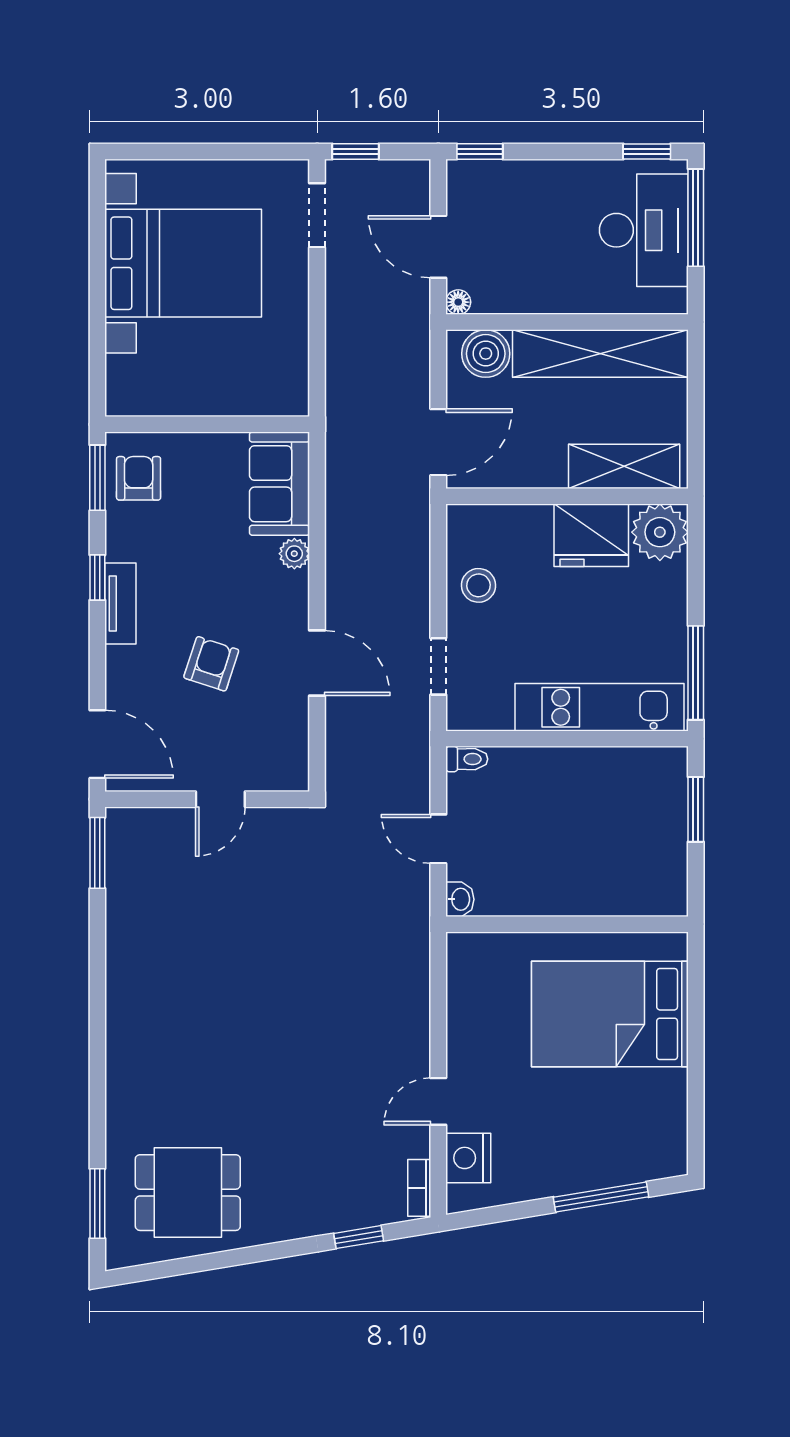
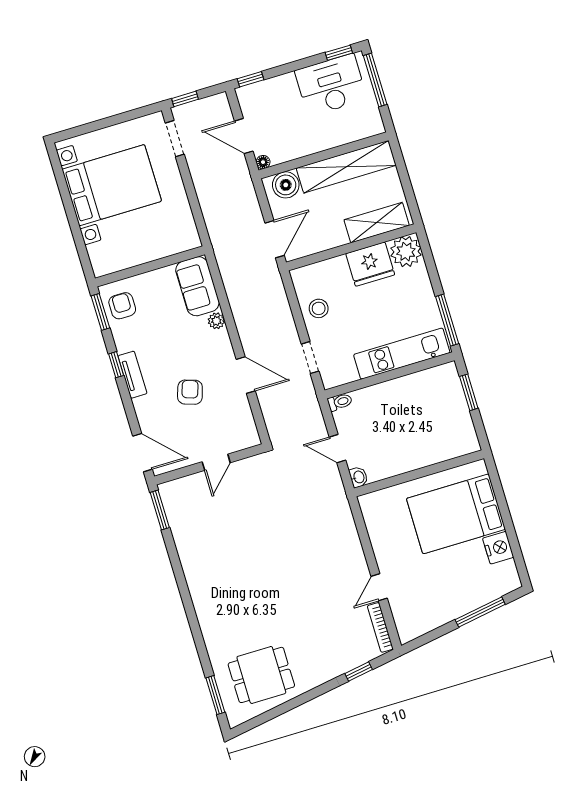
desk: (644, 230) -> (331, 85), moved, turned -90
nightstand: (468, 1158) -> (498, 548), moved, turned 180
bookcase: (419, 1188) -> (380, 627), width x1.56

